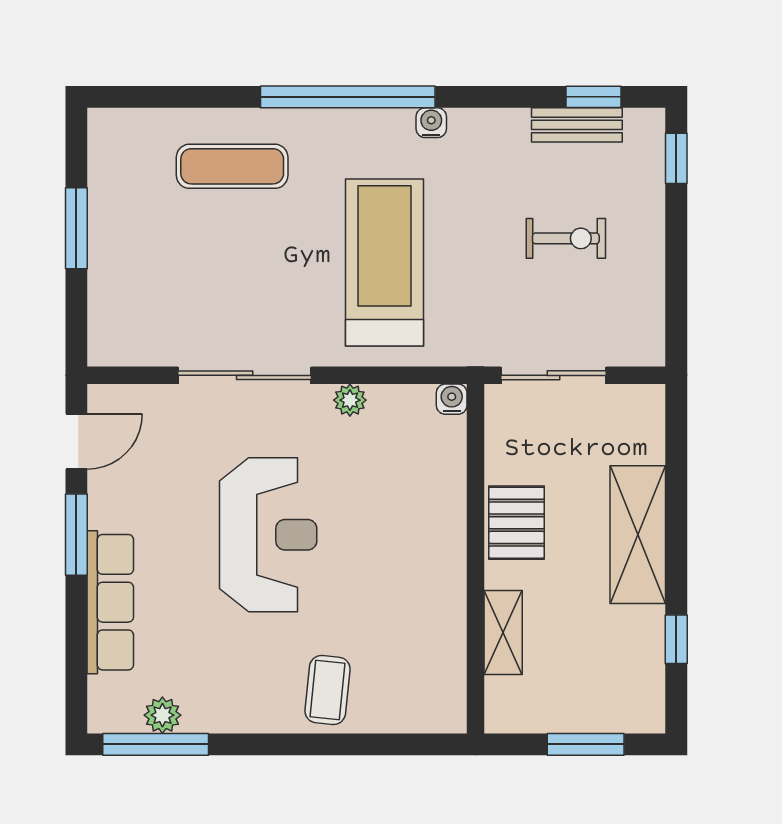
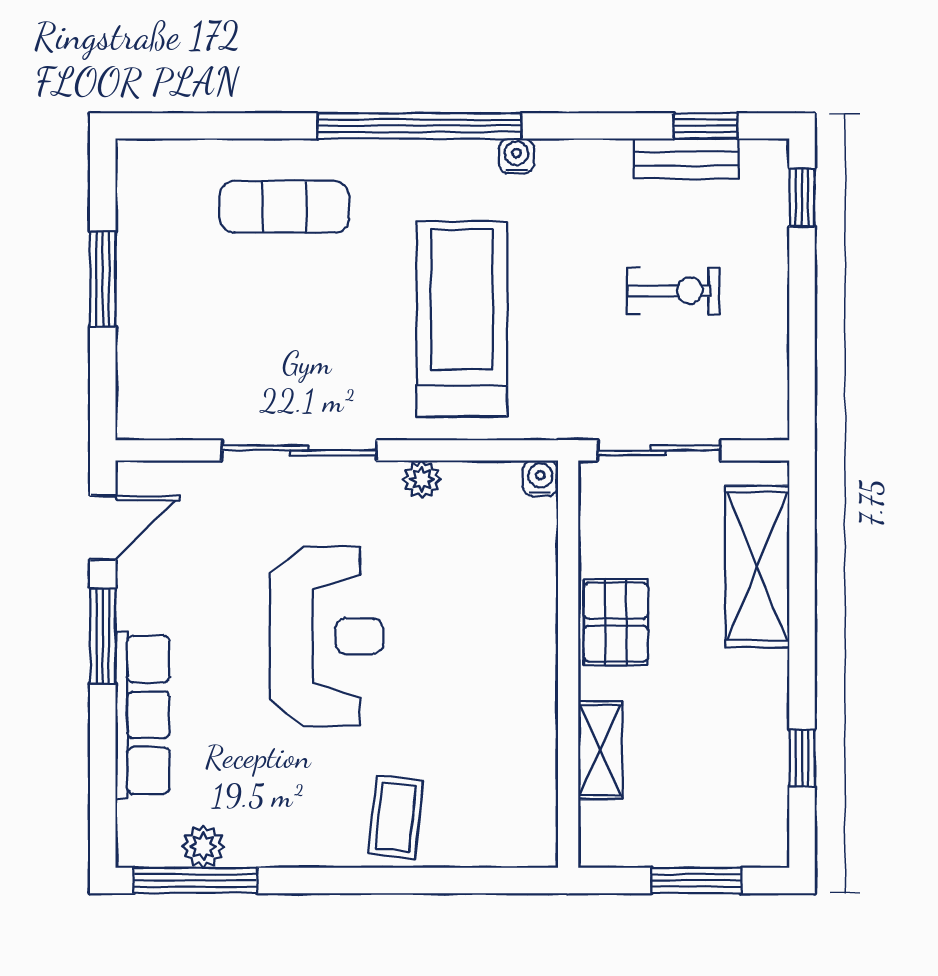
shelving: (638, 535) -> (757, 566), moved

